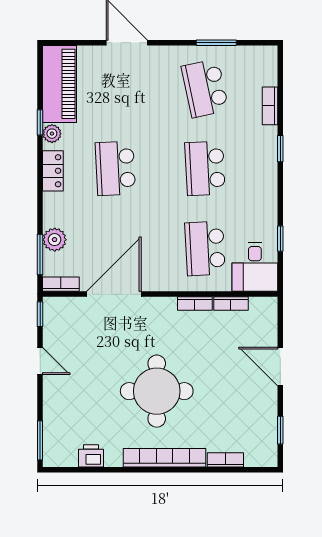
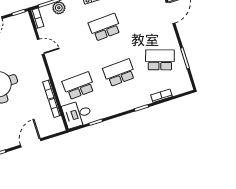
school desk: (205, 88) -> (160, 60), turned 30
door: (114, 294) -> (41, 47), width x0.53

